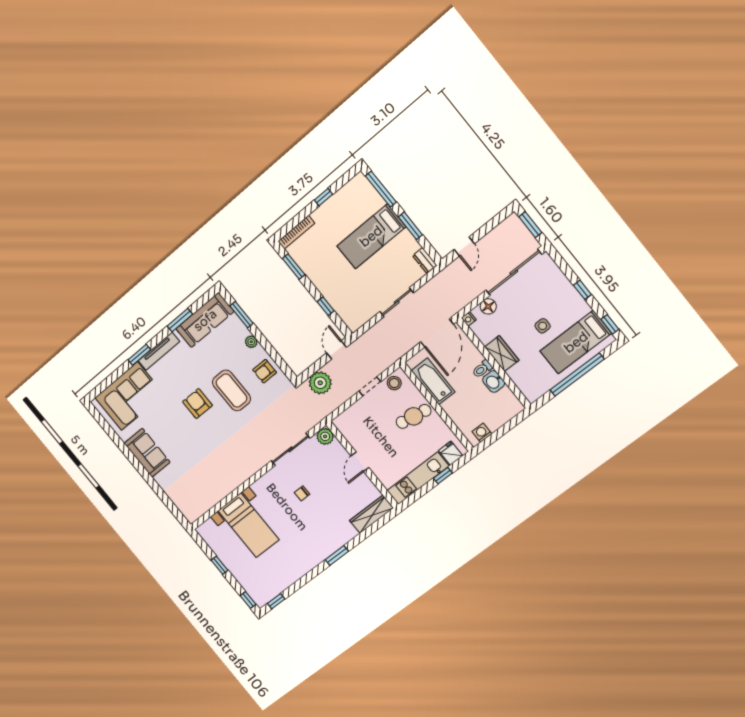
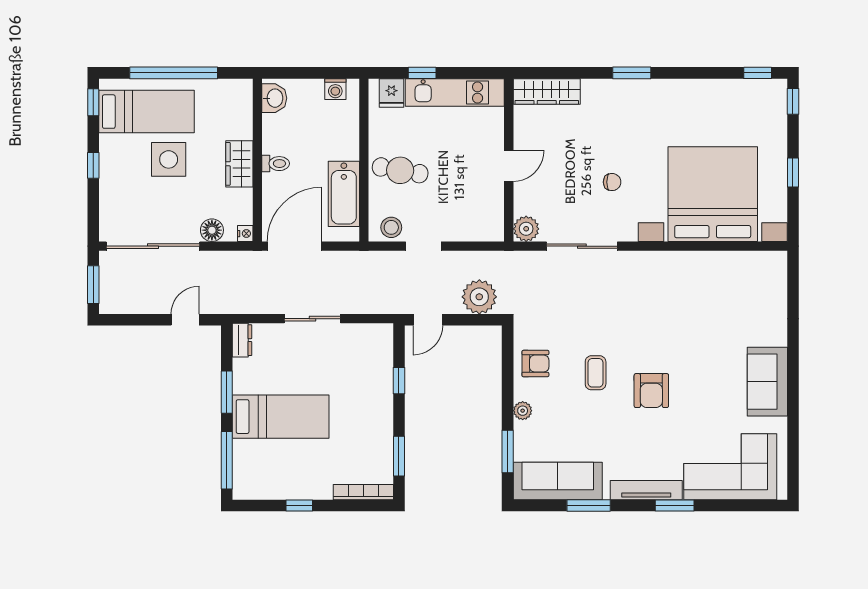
side table: (543, 326) -> (169, 159), width x1.87, depth x1.87
washbasin: (494, 382) -> (274, 98), moved
coffee table: (231, 390) -> (596, 373), width x0.54, depth x0.58
bed with nightstands: (249, 525) -> (713, 194), width x1.85

